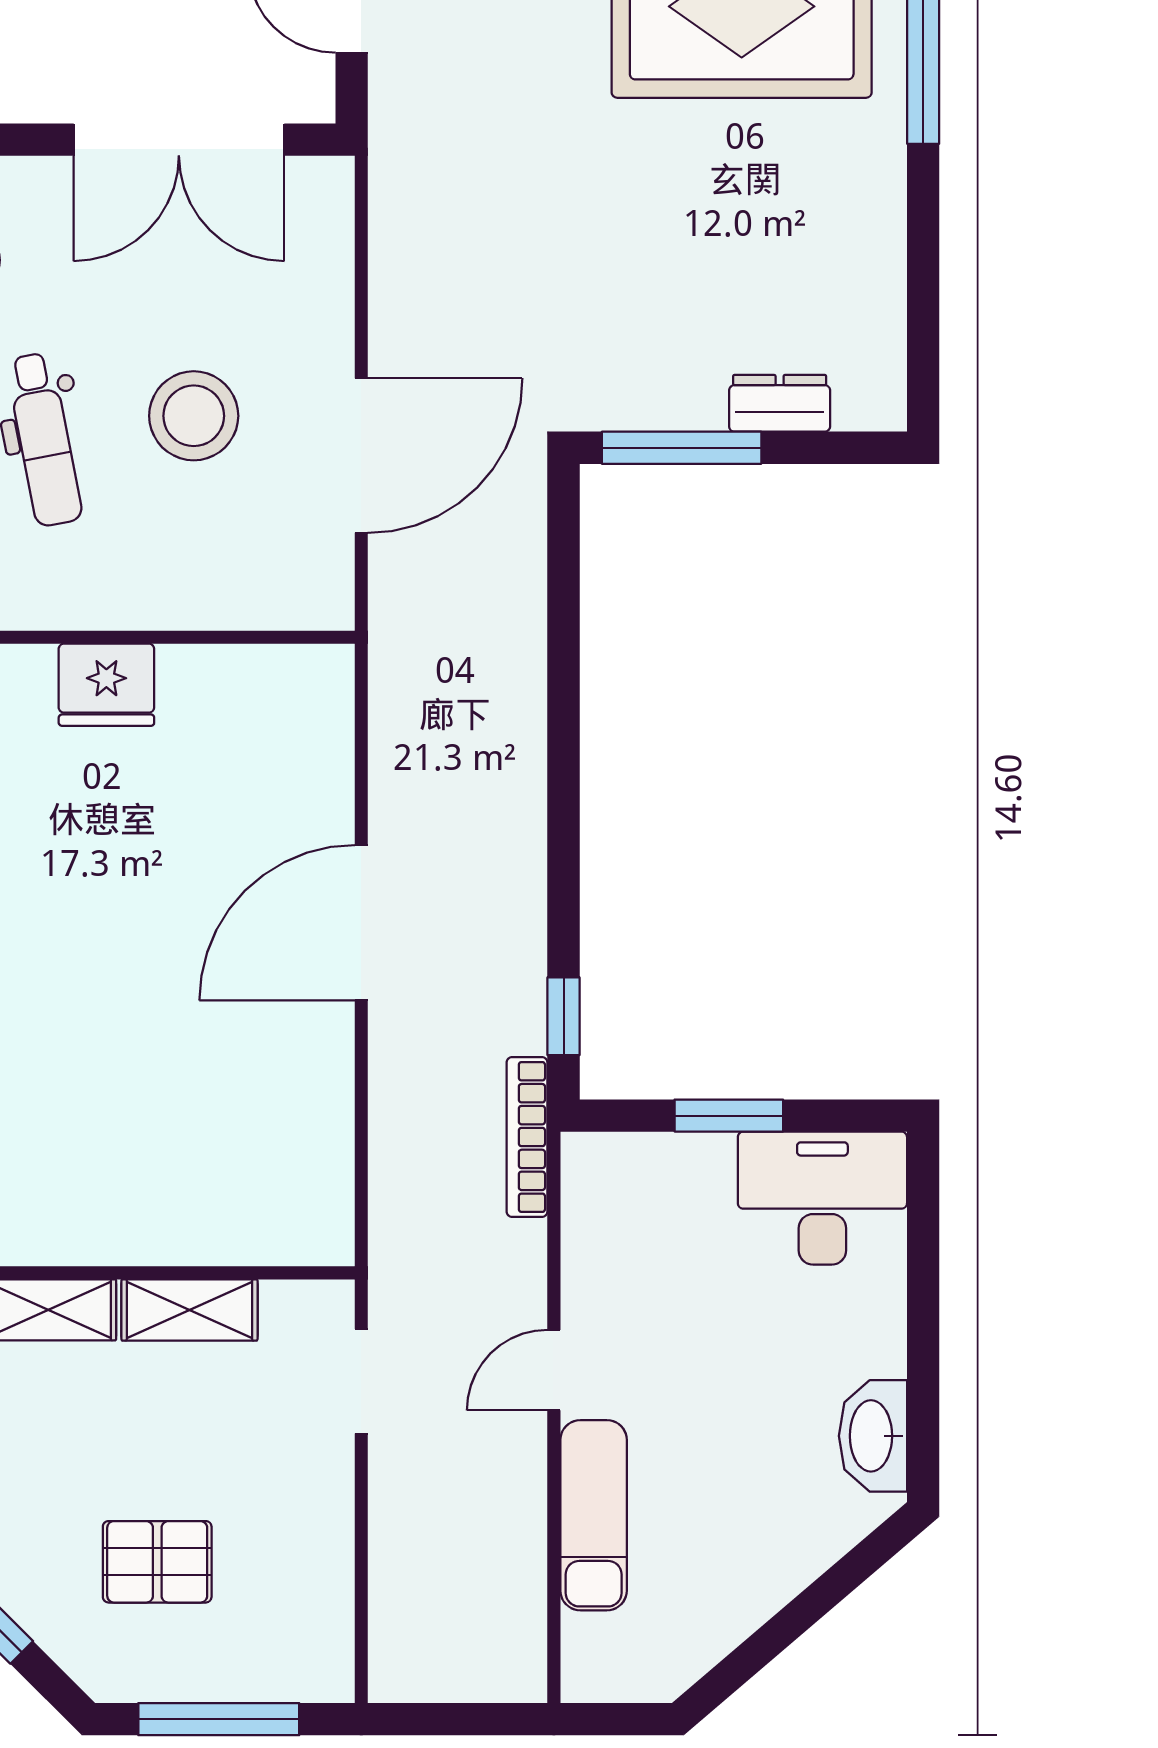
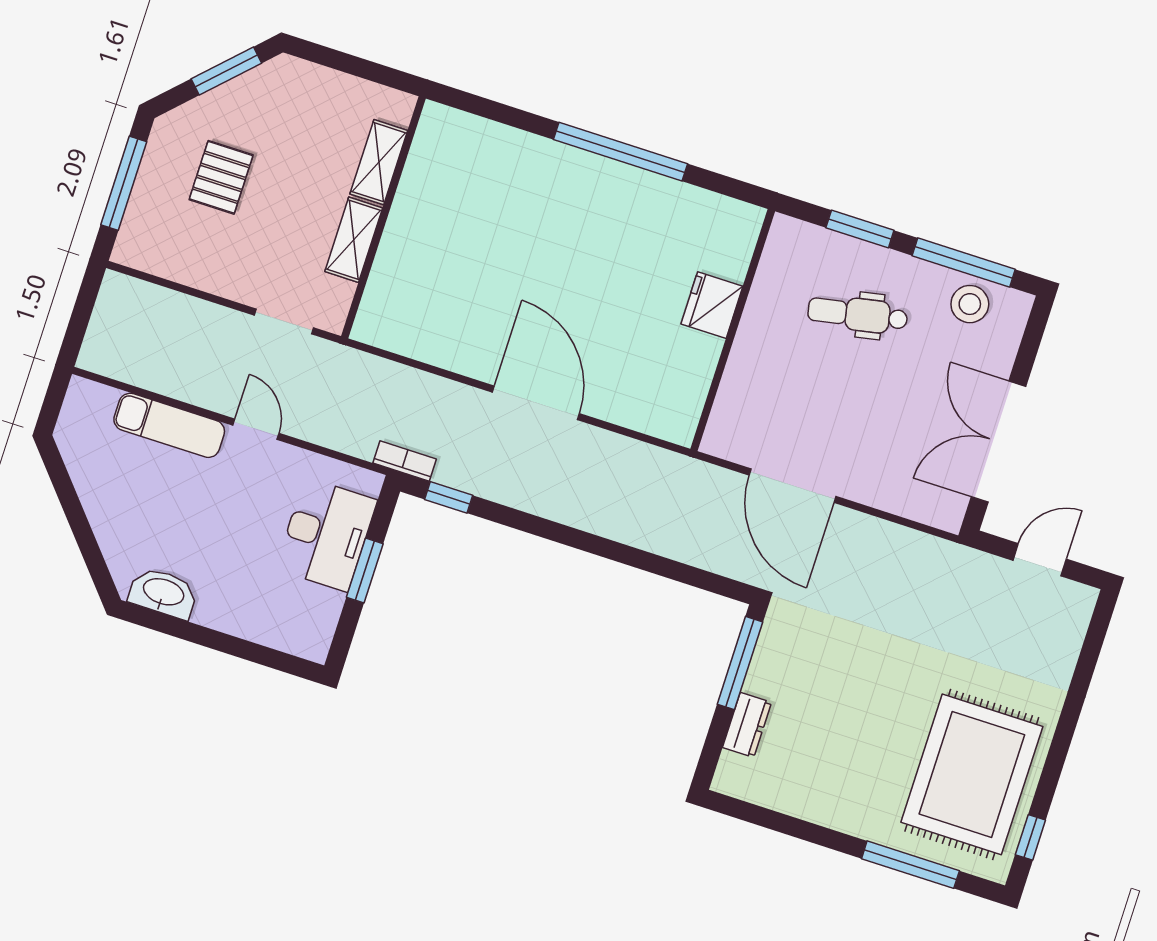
stool: (194, 416) -> (844, 401), removed
bookcase: (527, 1137) -> (405, 461), width x0.64
desk: (822, 1198) -> (326, 534), moved

